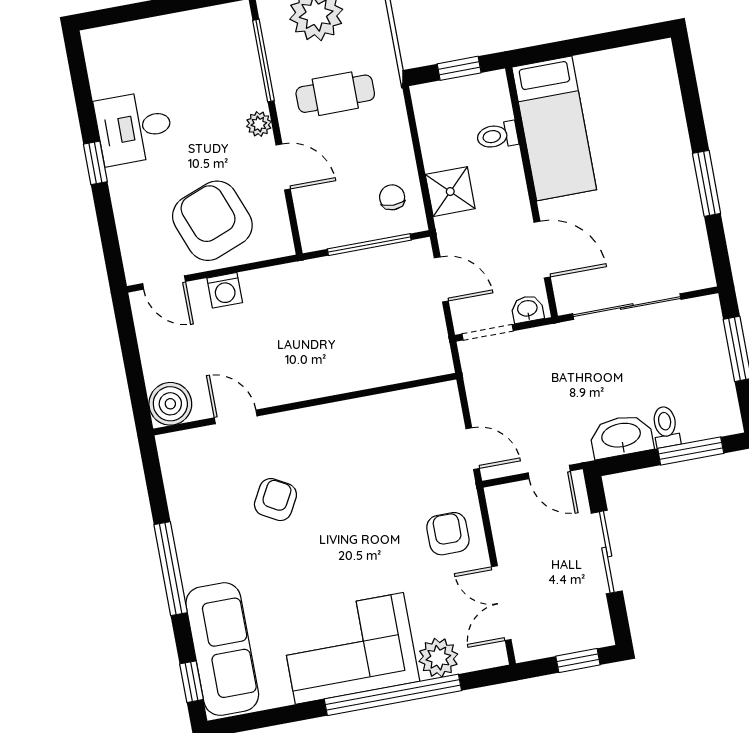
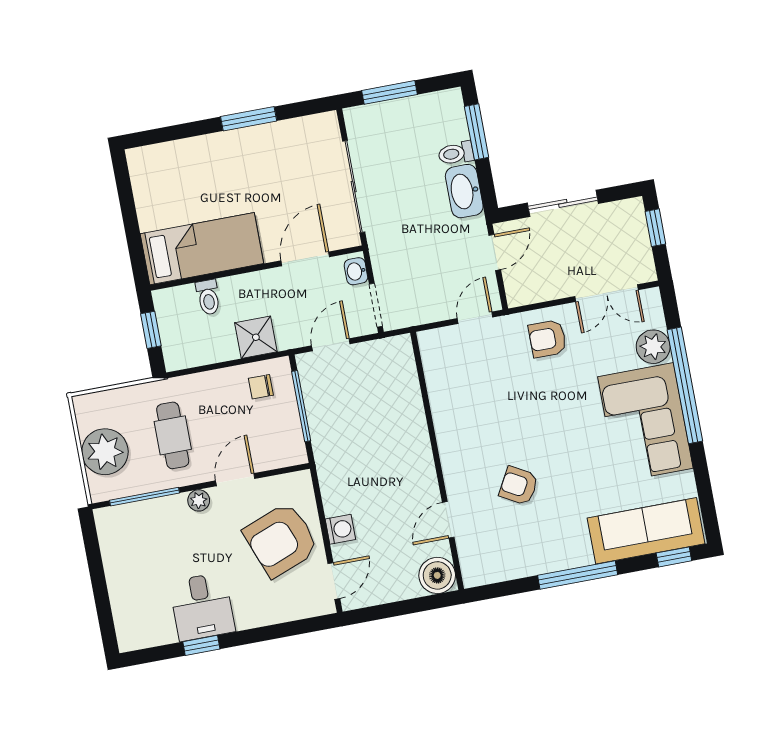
window: (95, 163) -> (201, 645), moved

